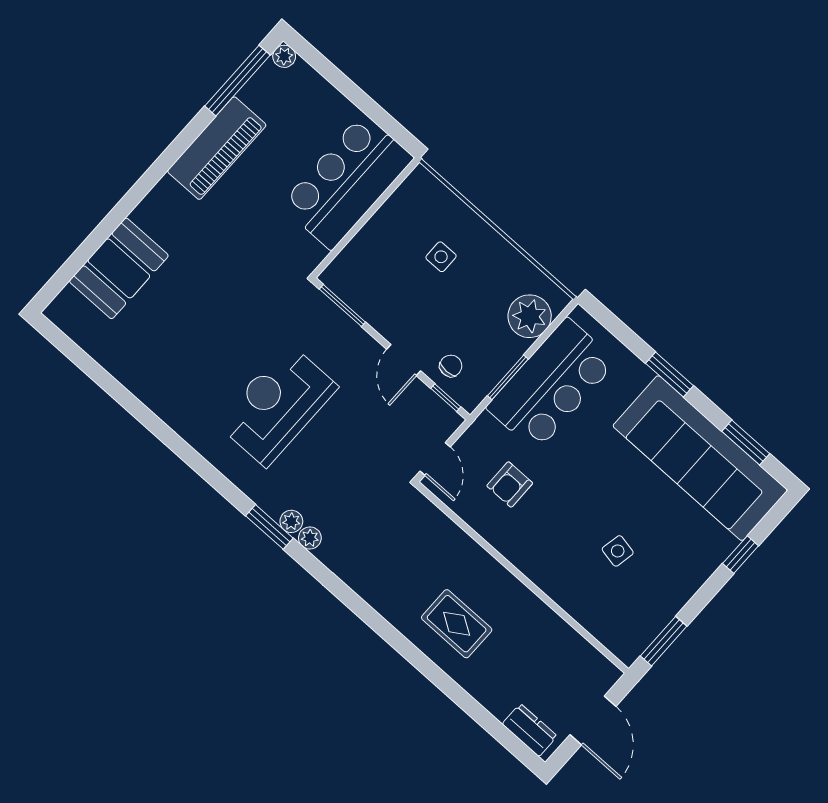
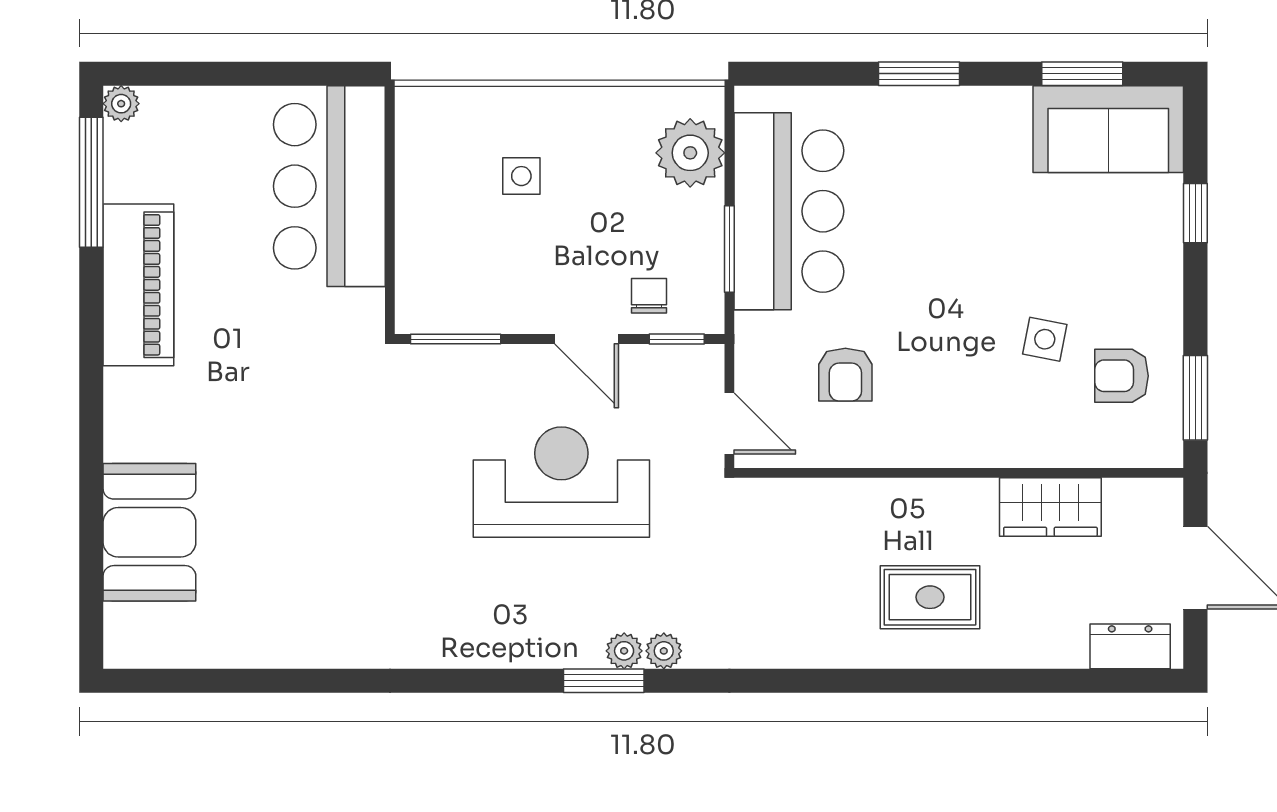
reception desk: (277, 405) -> (561, 482), moved, turned 90
sofa: (700, 458) -> (1108, 129), width x0.54, depth x0.79
armchair: (638, 600) -> (1122, 376), added
wardrobe: (550, 632) -> (1050, 507), added

